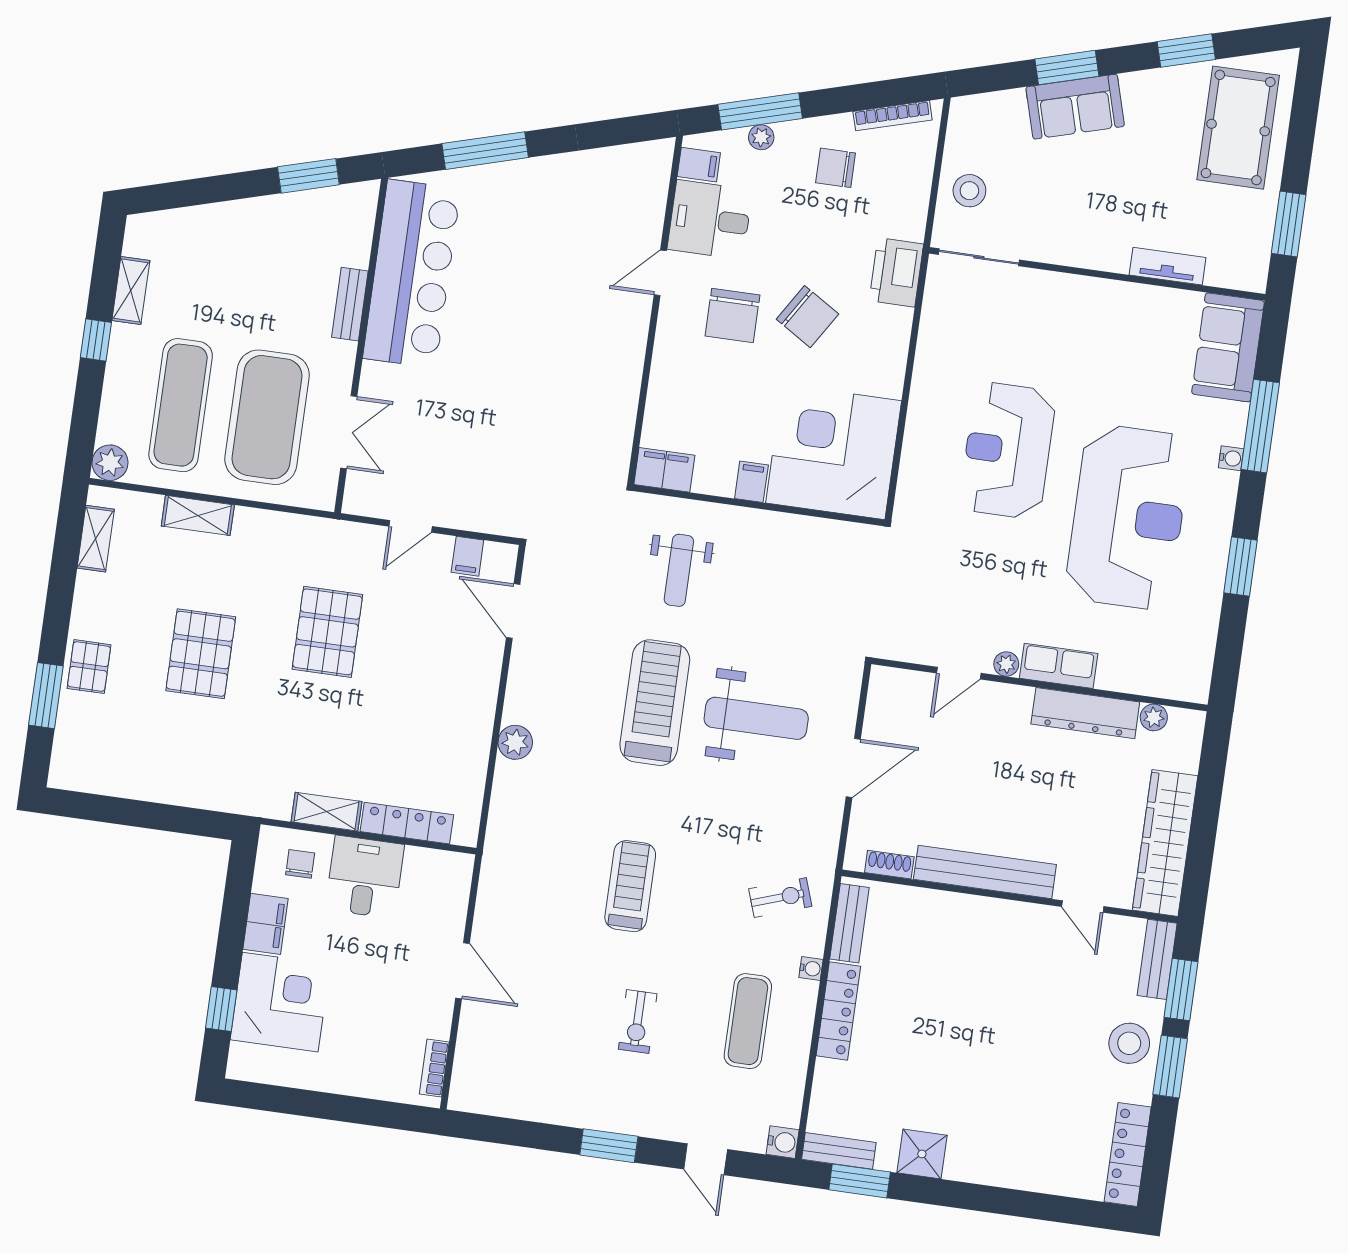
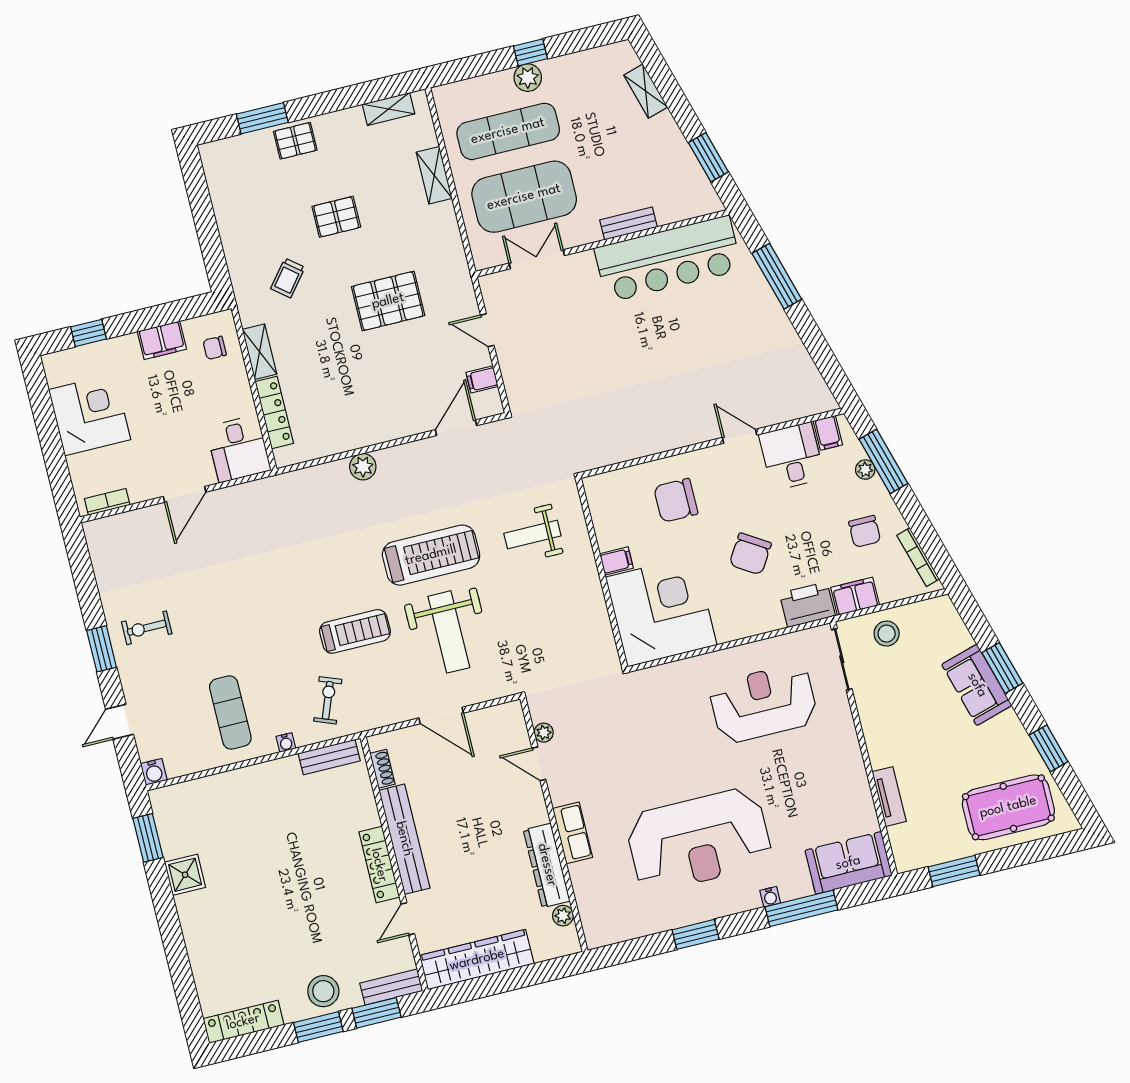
chair: (836, 168) -> (865, 531), turned 180
shelving: (131, 291) -> (646, 91), moved, turned 74
chair: (732, 316) -> (676, 500), moved
double door: (349, 432) -> (537, 259), swing flipped
reception desk: (1008, 450) -> (763, 703), moved
plant: (110, 463) -> (528, 78), moved
filing cabinet: (664, 470) -> (855, 596), moved, turned -90
pallet: (201, 654) -> (336, 217), width x0.67, depth x0.71
plant: (1006, 664) -> (544, 733), moved
trolley: (251, 742) -> (288, 278), added
chair: (300, 864) -> (215, 348), turned 180
desk: (365, 877) -> (238, 449), moved, turned 90
treadmill: (630, 886) -> (355, 631), moved
exercise bike: (780, 898) -> (328, 700), turned -140
corner desk: (280, 1002) -> (90, 415), moved, turned -90
locker: (838, 1011) -> (379, 865), moved, turned 90
exercise bike: (638, 1021) -> (147, 628), moved
exercise mat: (748, 1021) -> (230, 713), turned 90
bench: (839, 1151) -> (164, 815), removed

